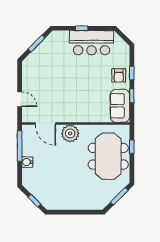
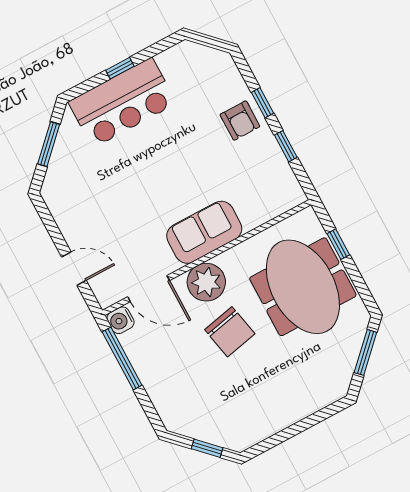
bar counter: (92, 43) -> (122, 103), moved
sofa: (120, 106) -> (204, 232), moved, turned 90
chair: (69, 158) -> (230, 332), added
water cooler: (27, 162) -> (121, 320), moved

